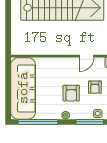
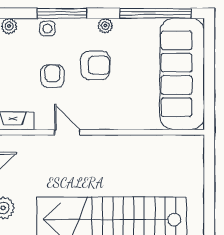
door: (87, 56) -> (67, 132), hinge flipped
armchair: (71, 93) -> (95, 65), turned 90

